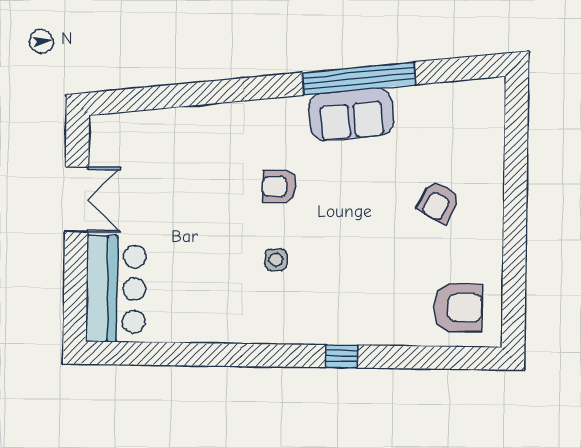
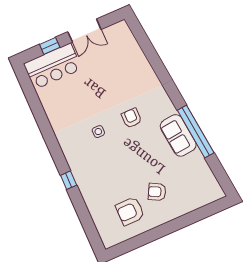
window: (75, 277) -> (50, 46), added
armchair: (458, 308) -> (130, 211), moved, turned 90

